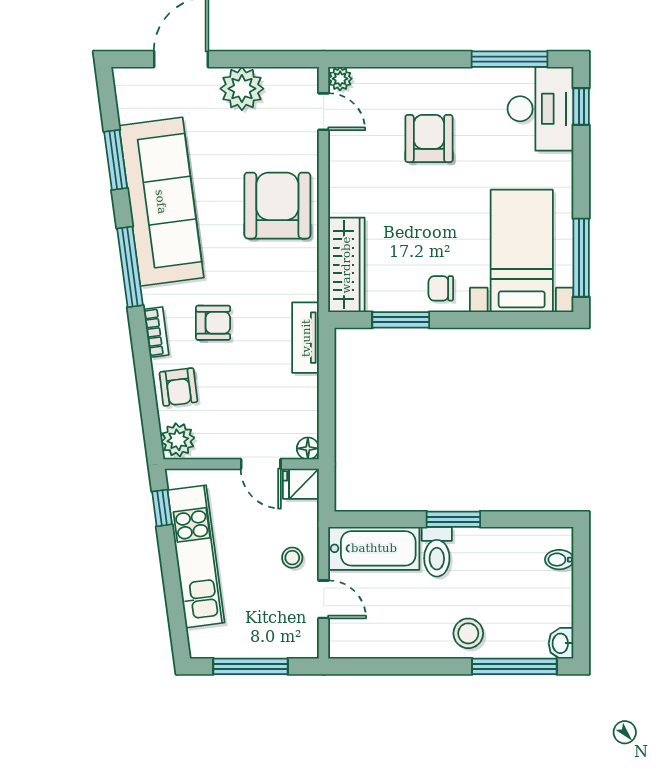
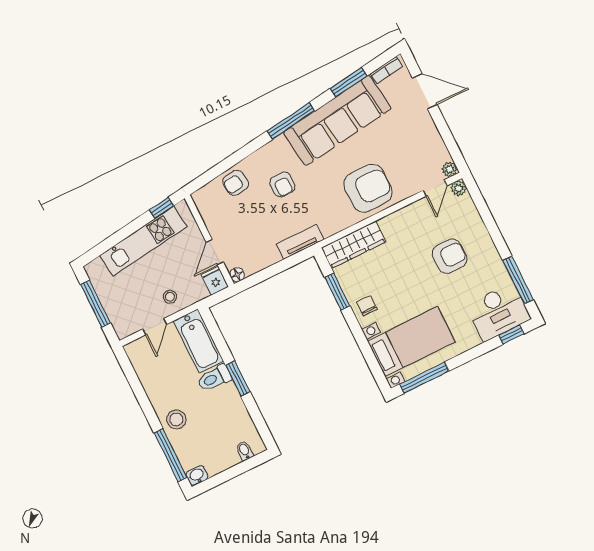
plant: (242, 89) -> (450, 169), moved, width x0.53, depth x0.53
bookcase: (156, 332) -> (387, 70), moved
plant: (178, 440) -> (205, 198), removed

